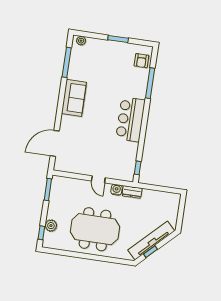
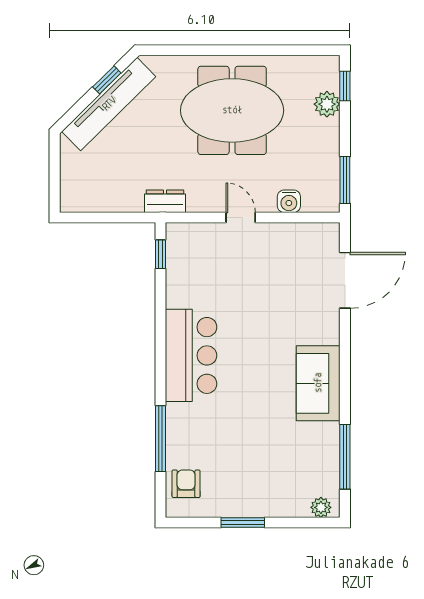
water cooler: (117, 190) -> (289, 201), moved

